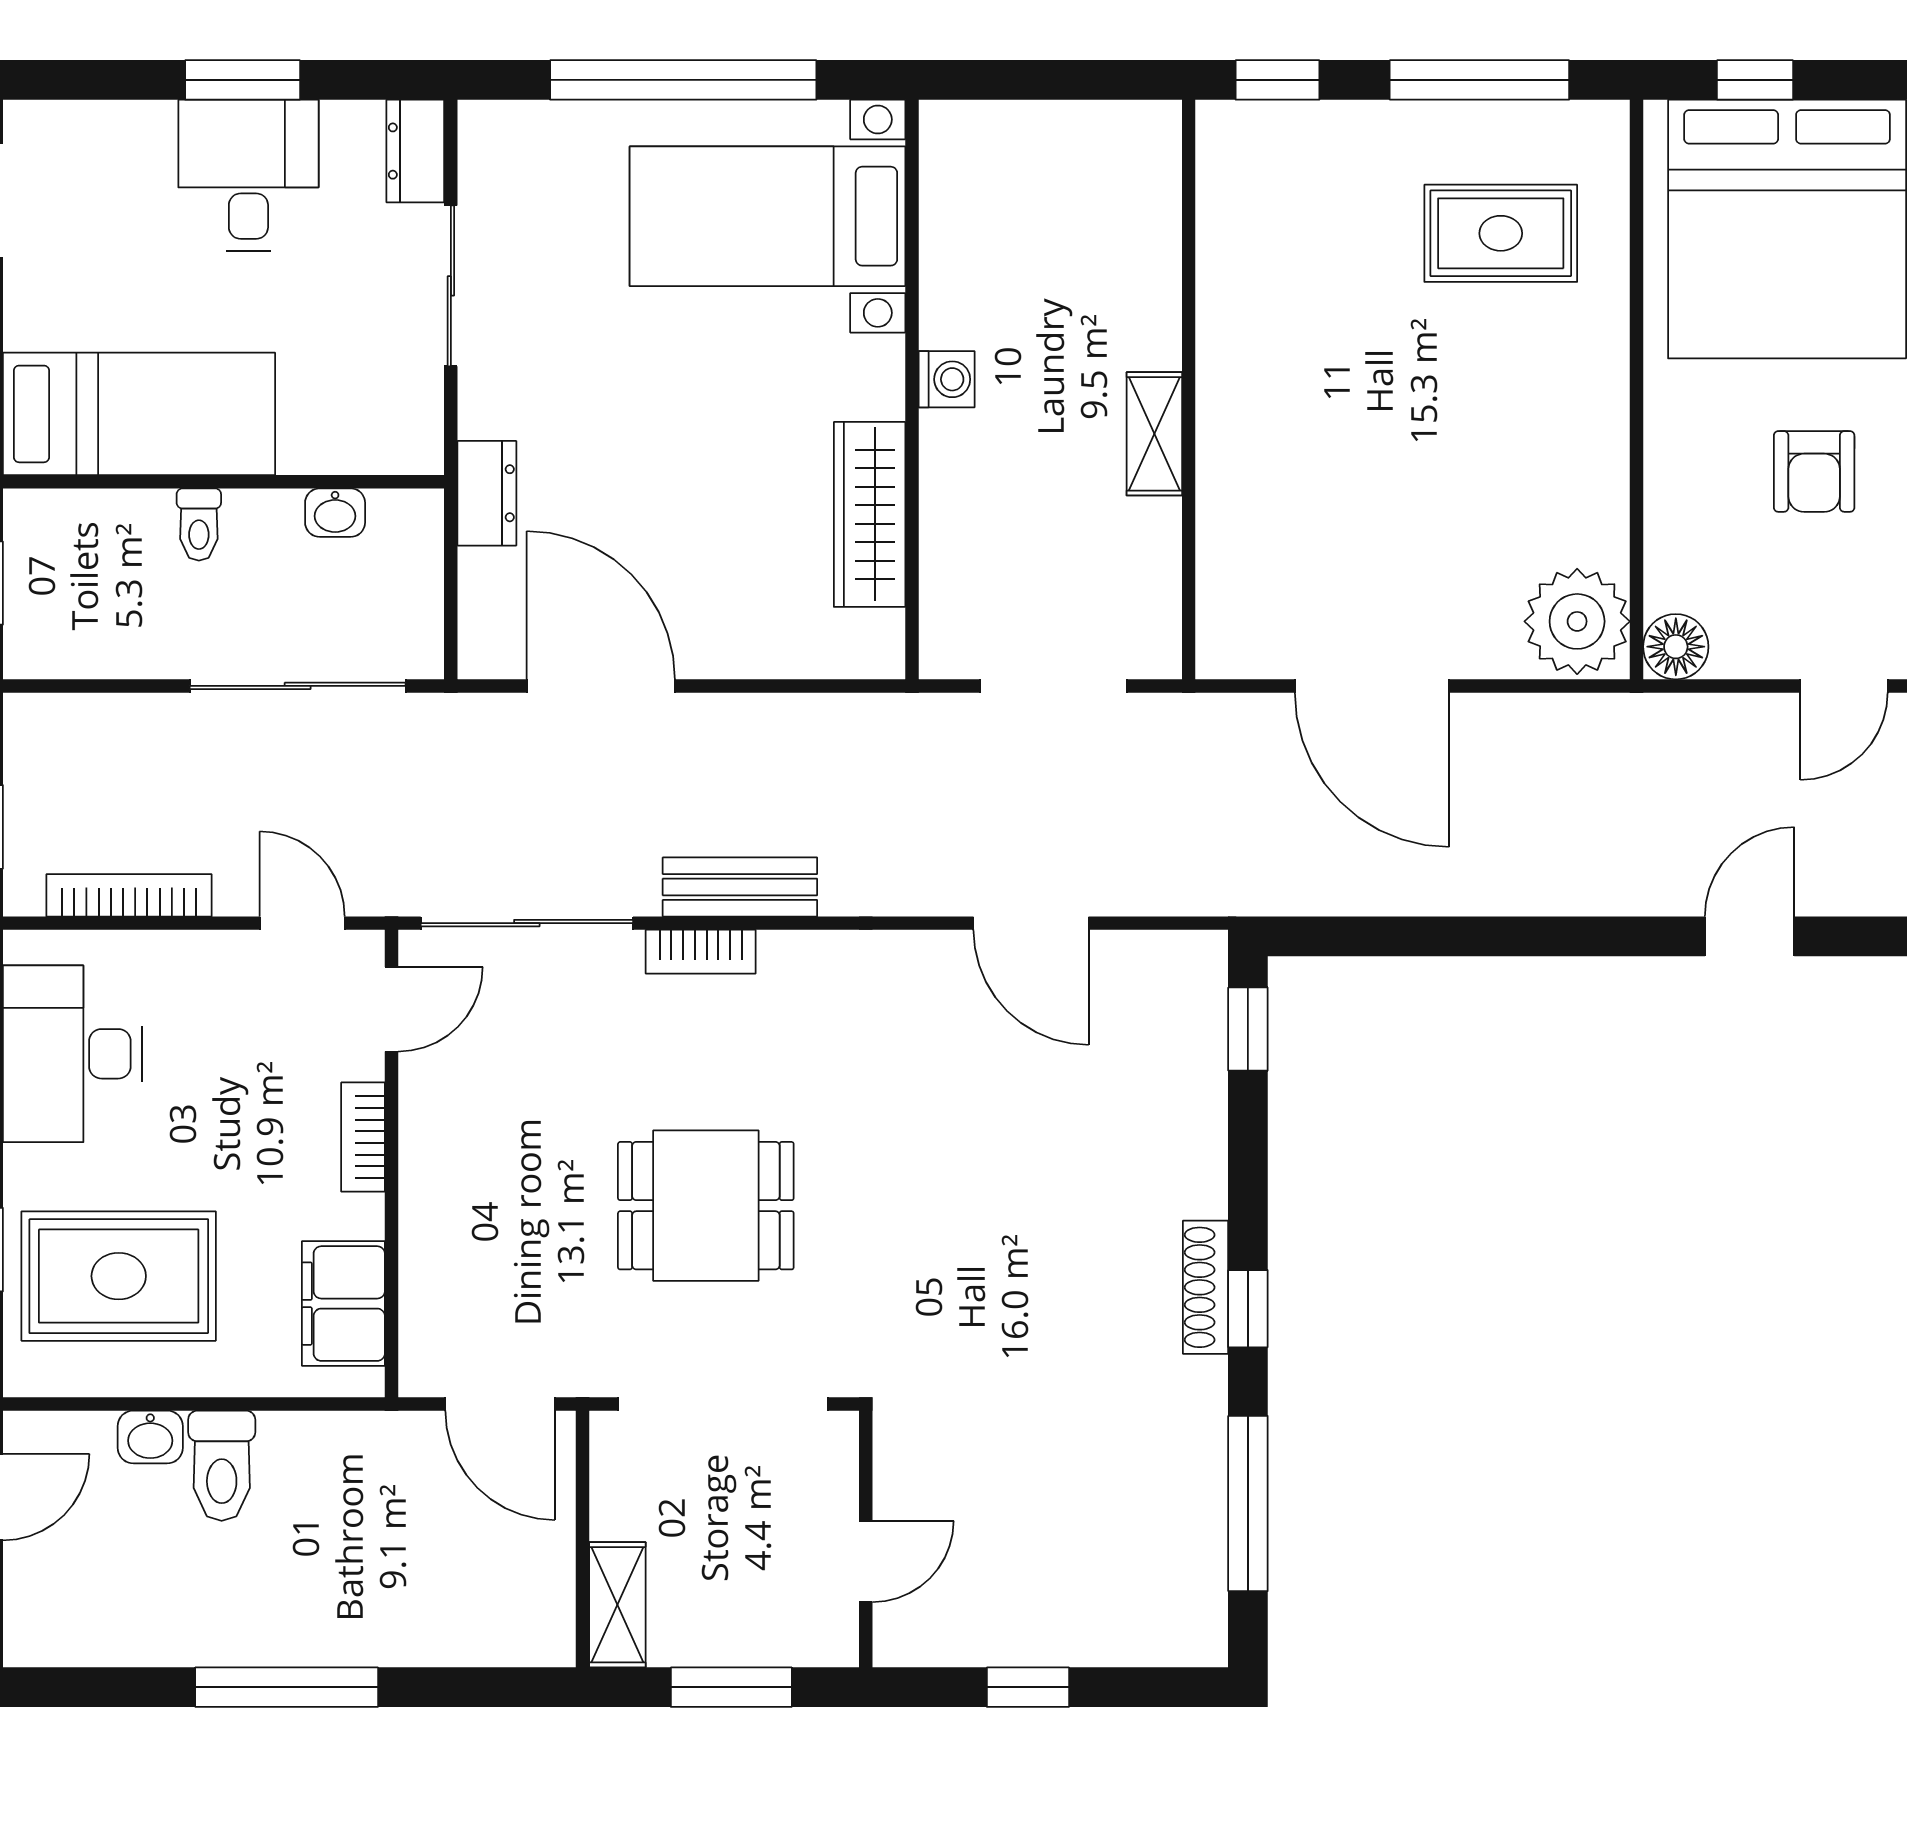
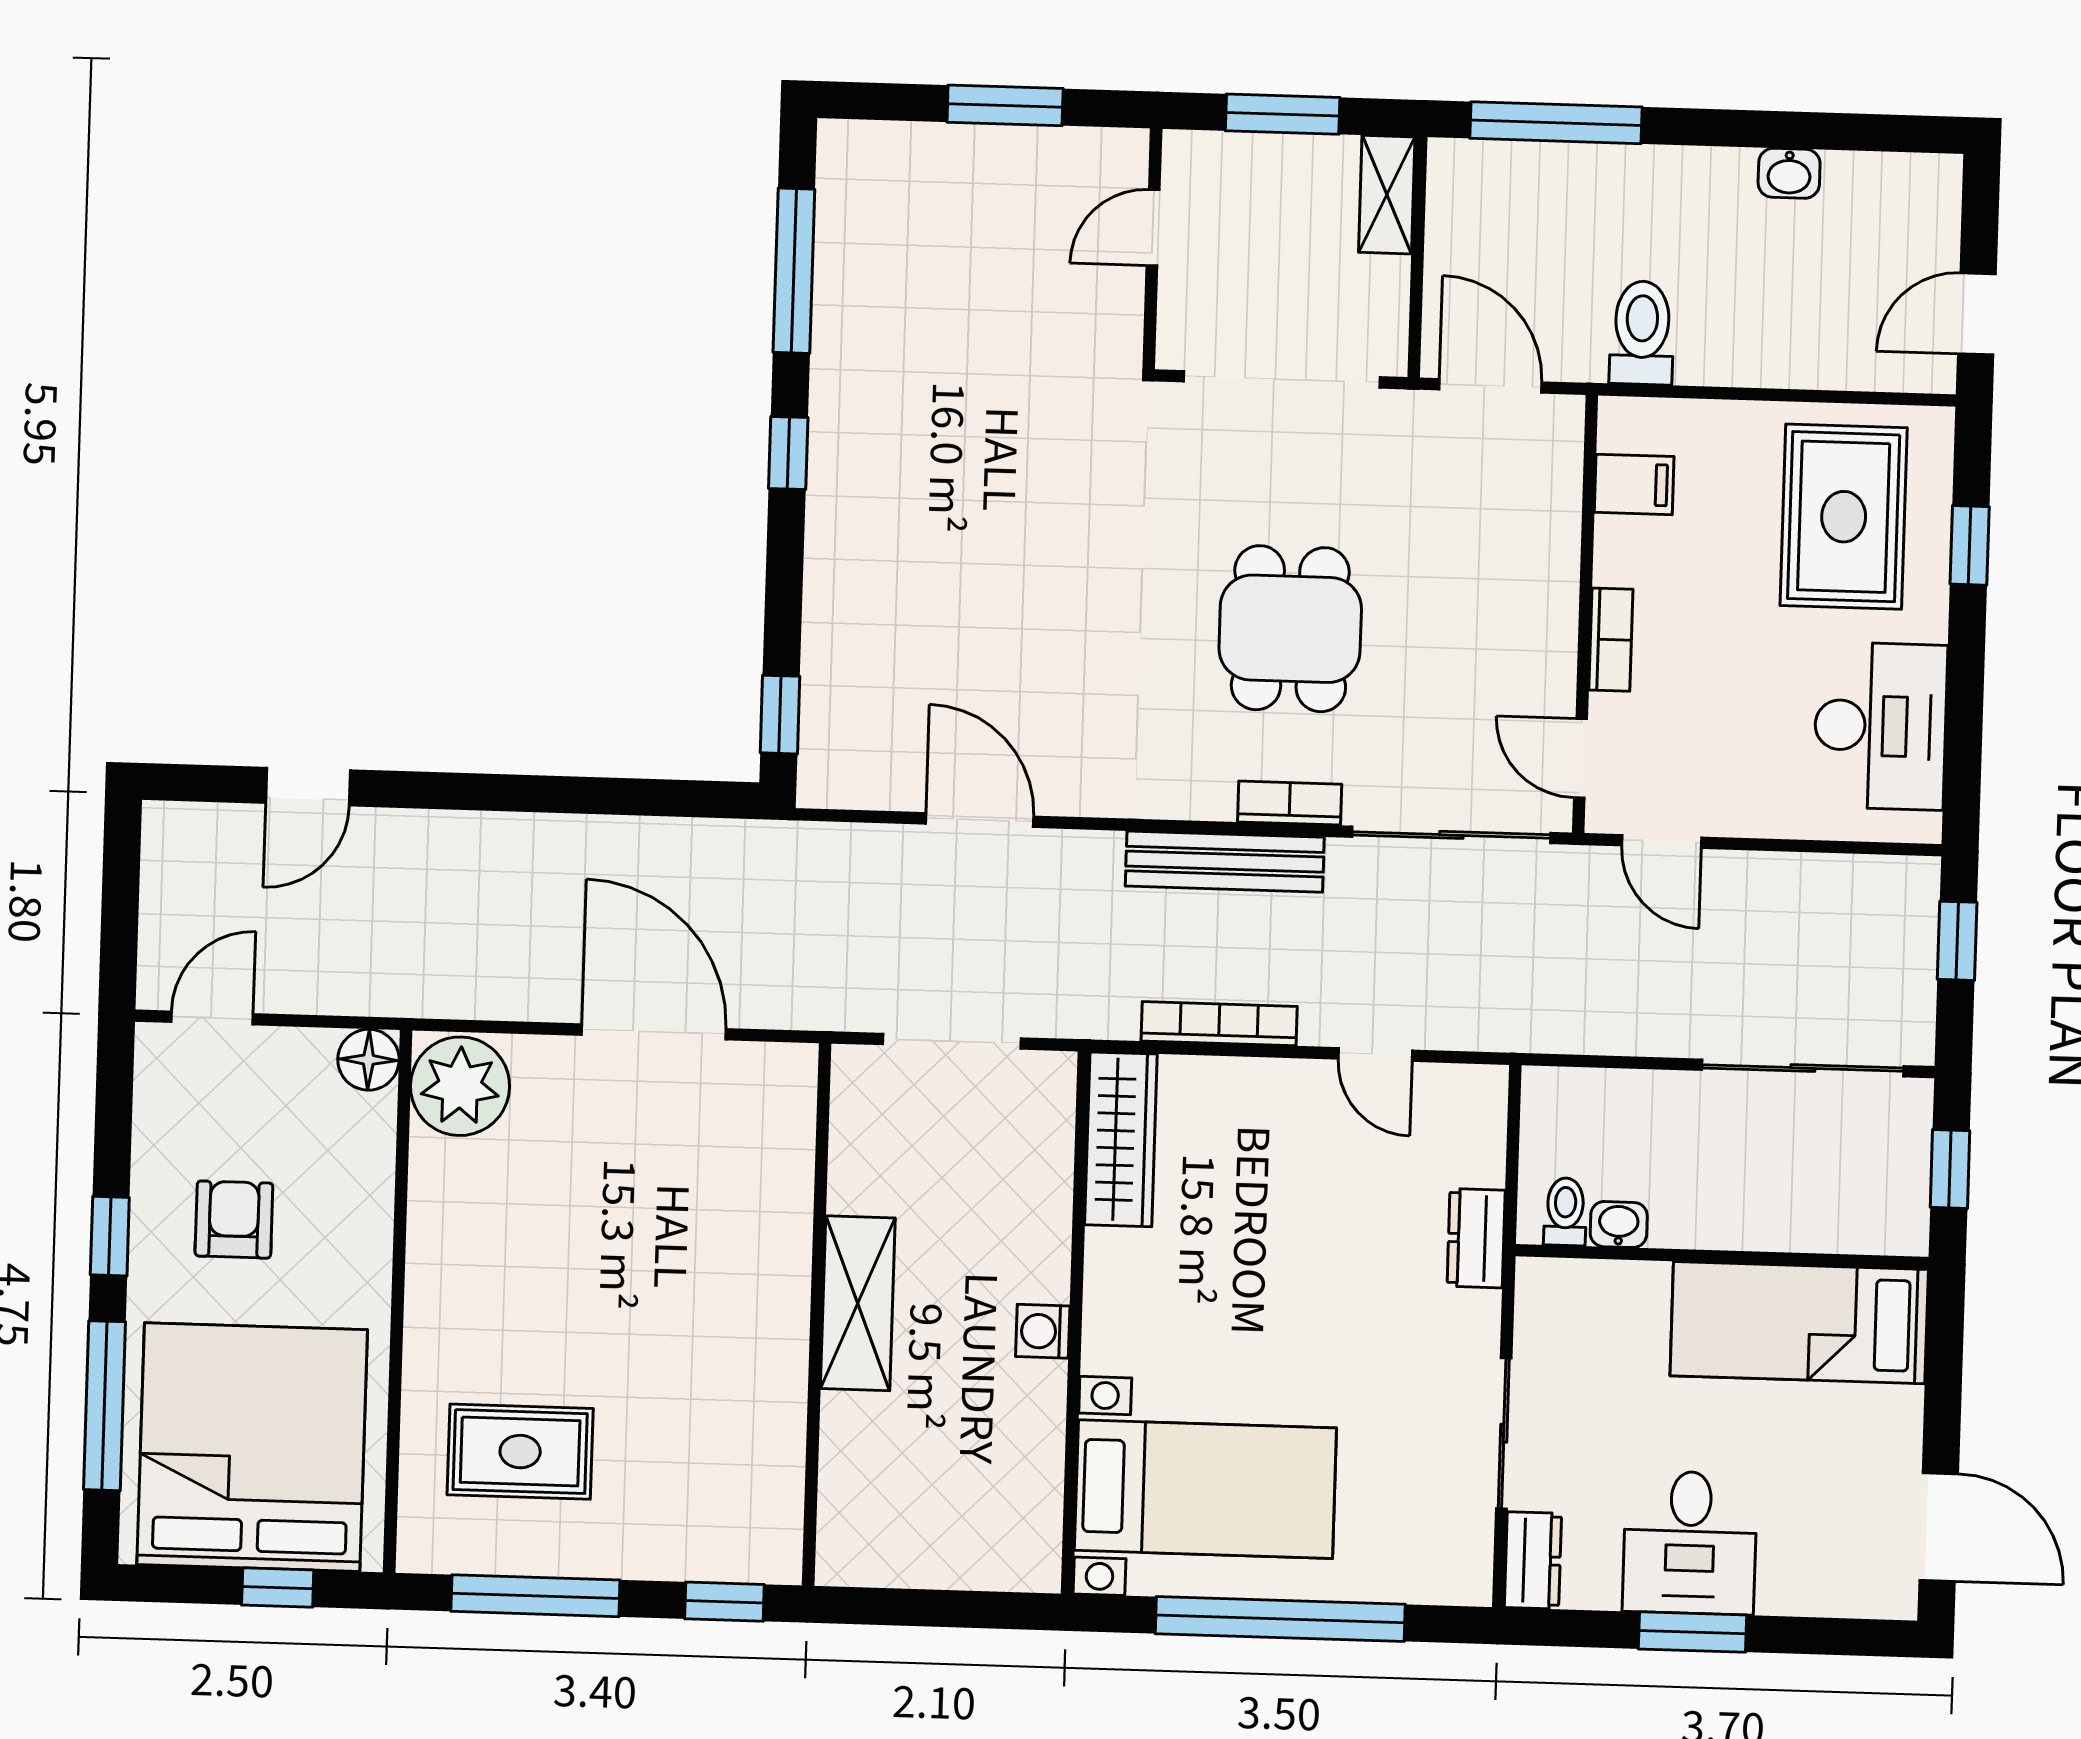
shelving: (1154, 434) -> (858, 1303), width x1.50, depth x1.33
wardrobe: (870, 514) -> (1121, 1139), moved
toilet: (199, 525) -> (1565, 1212), moved
sliding door: (298, 686) -> (1803, 1068), moved
door: (601, 686) -> (1375, 1055), width x0.53
bench: (740, 887) -> (1225, 862), width x1.36
bookcase: (129, 895) -> (1219, 1024), moved, turned 180
door: (392, 1009) -> (1580, 758), hinge flipped
dining table: (706, 1206) -> (1290, 629), moved, turned 90
rug: (119, 1276) -> (1844, 517), turned 90
shoe rack: (1205, 1287) -> (827, 474), removed
filing cabinet: (343, 1304) -> (1634, 484), width x0.50
washbasin: (150, 1437) -> (1789, 173), moved, turned 180
toilet: (222, 1466) -> (1642, 333), moved
window: (287, 1687) -> (1556, 123), moved
window: (1028, 1687) -> (1005, 105), width x1.50

